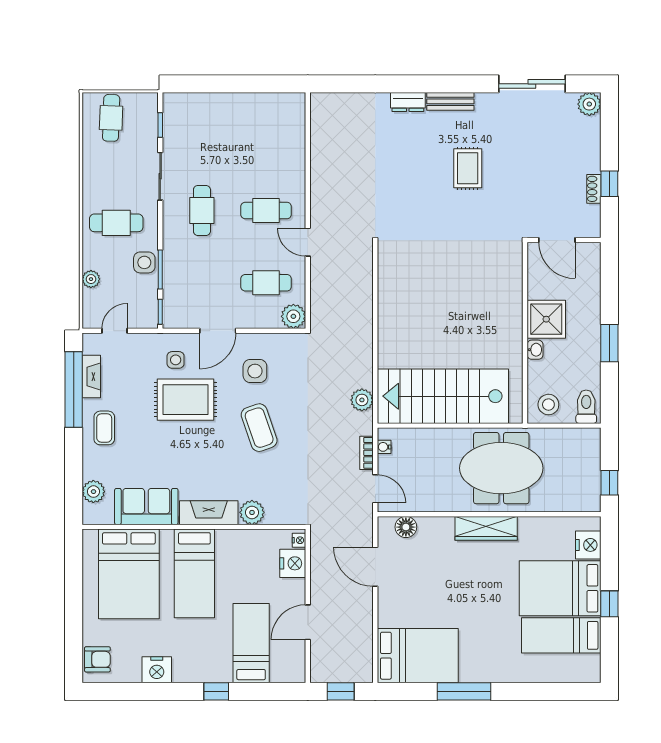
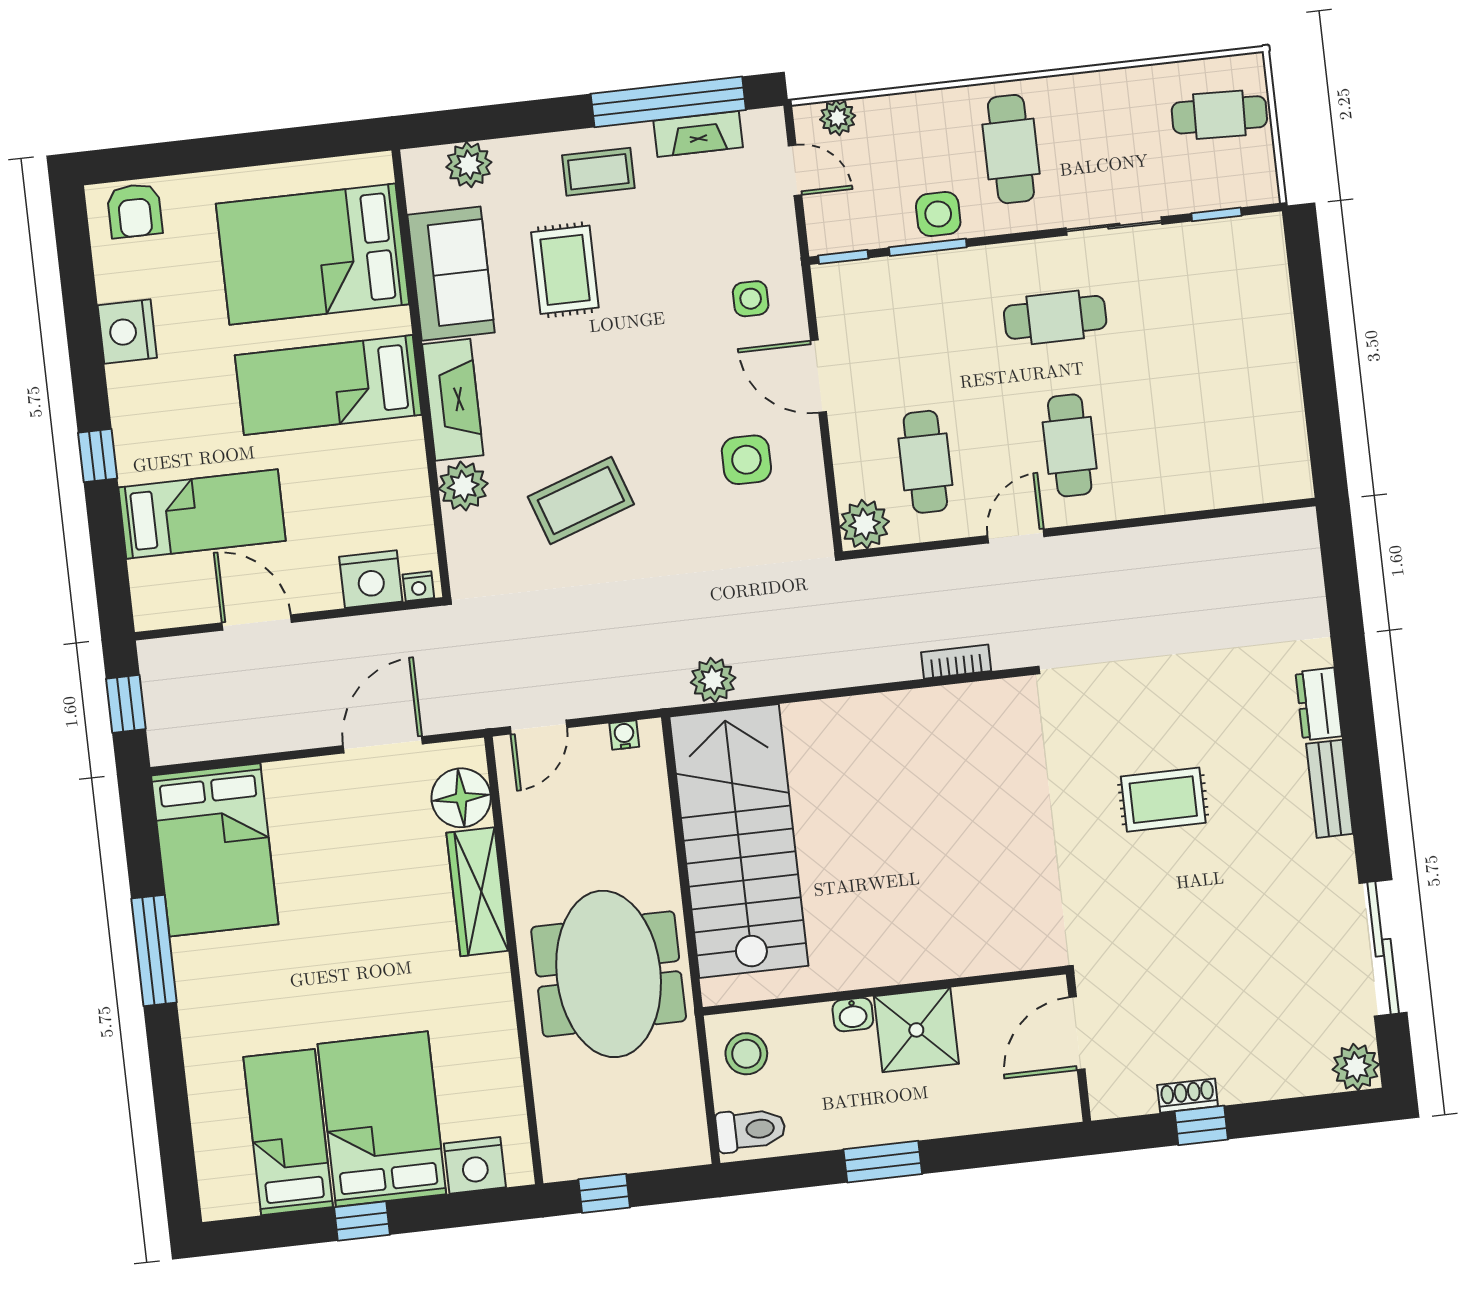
rug: (468, 168) -> (1163, 800), moved
plant: (91, 279) -> (838, 118), moved
rug: (185, 400) -> (565, 270), moved, width x0.73, depth x0.70
coffee table: (259, 428) -> (581, 500), moved
bookcase: (366, 453) -> (956, 662), moved
floor lamp: (406, 527) -> (461, 798), width x1.38, depth x1.38
wardrobe: (486, 528) -> (477, 892), moved

